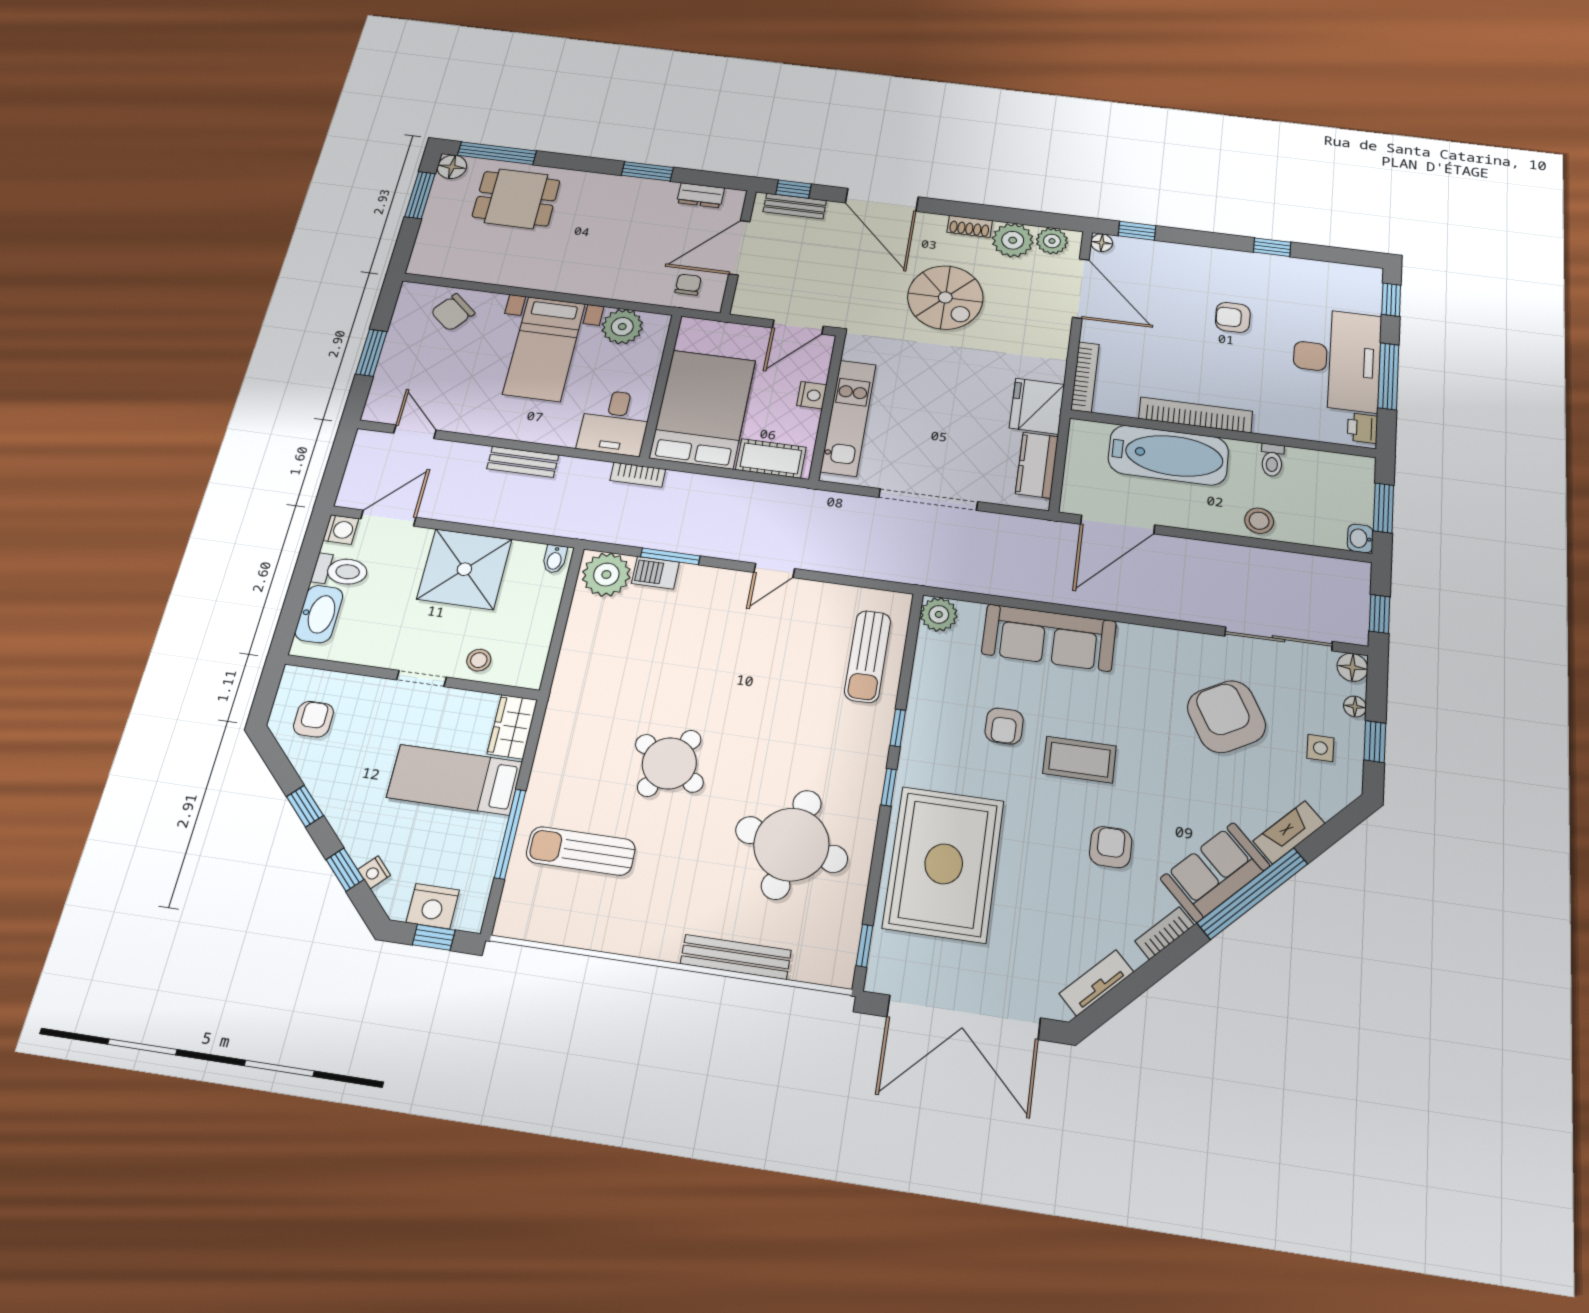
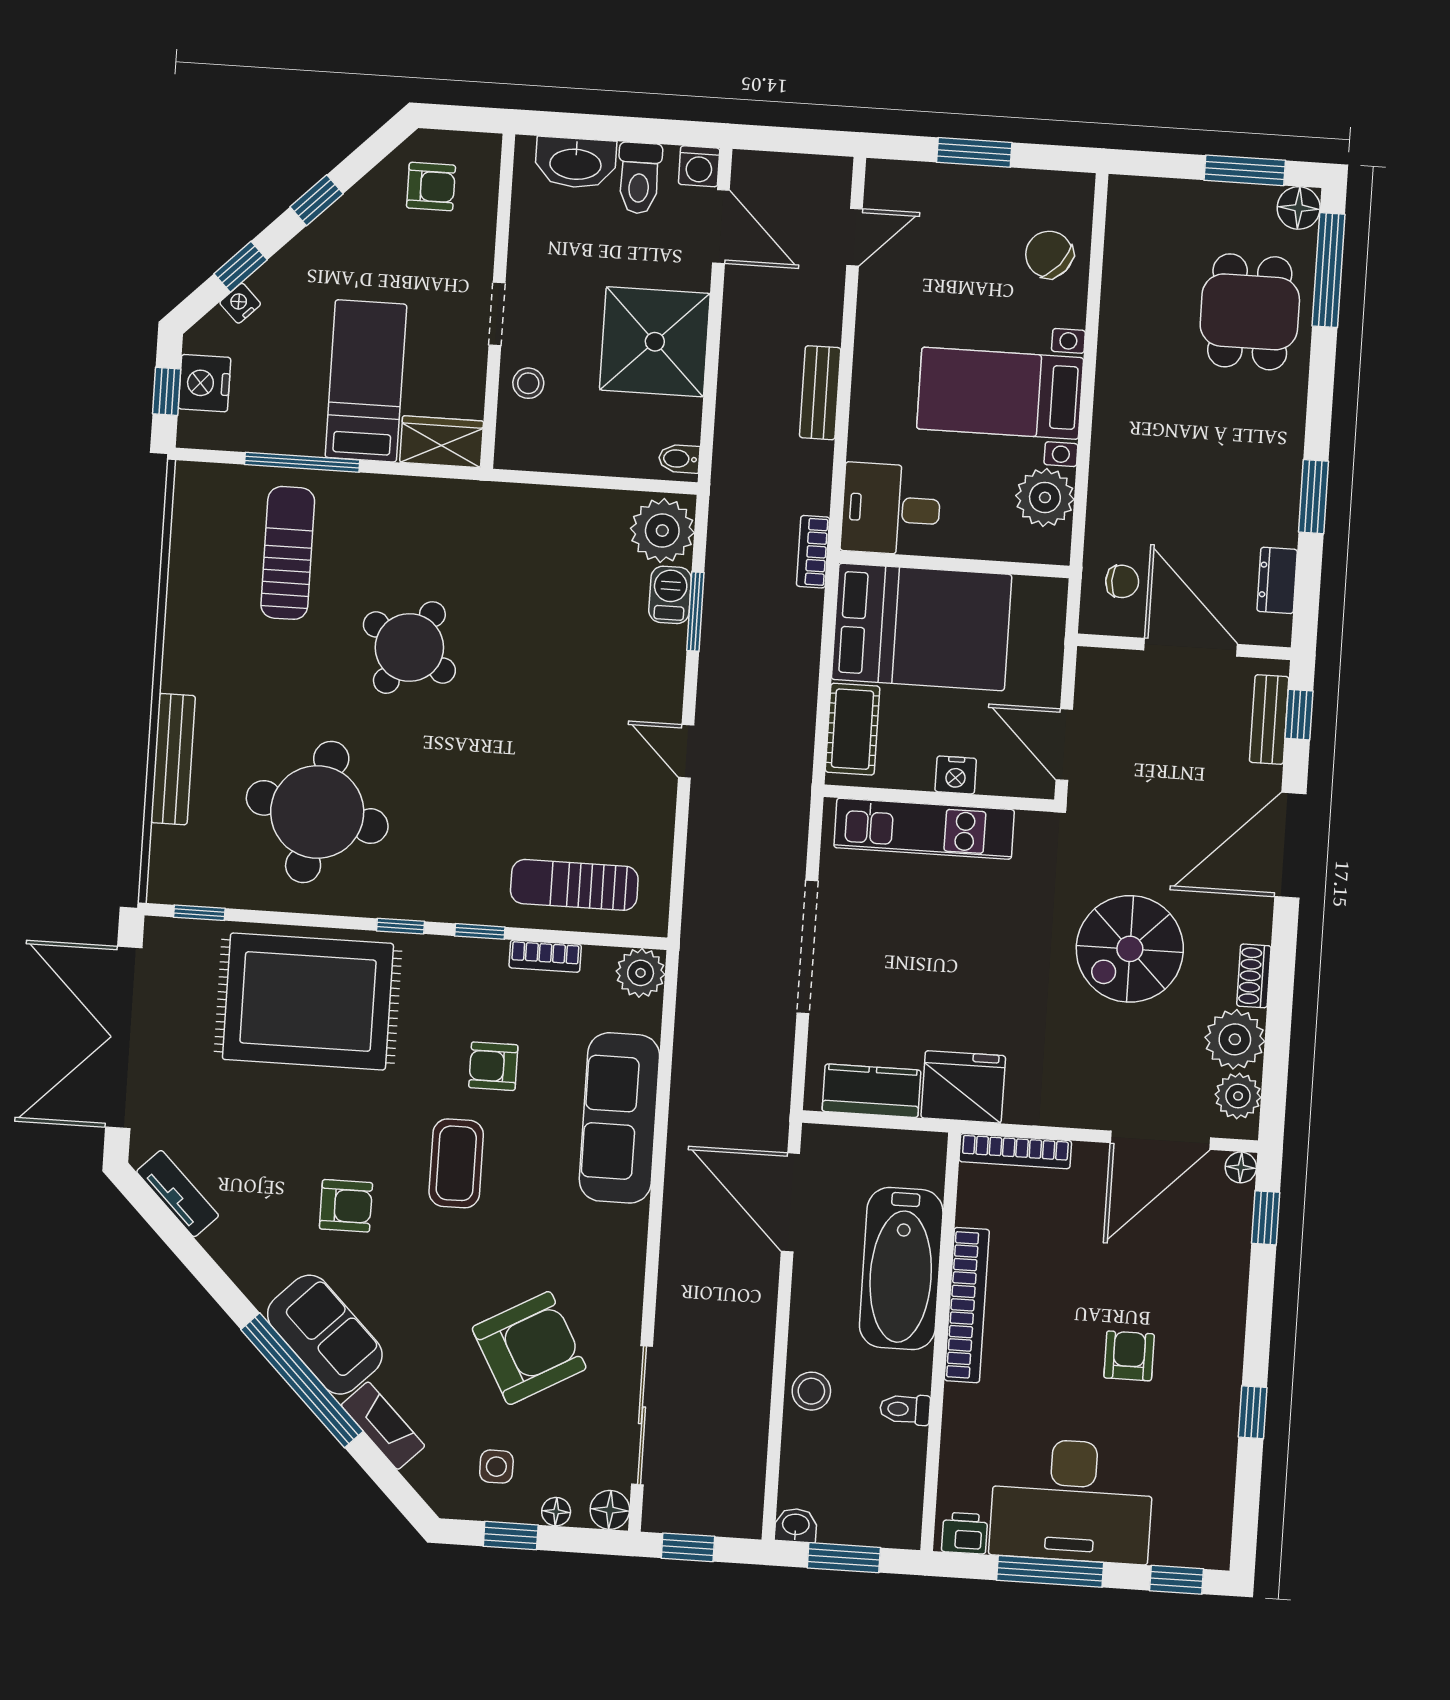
bookcase: (1165, 933) -> (545, 956), moved, turned 135

